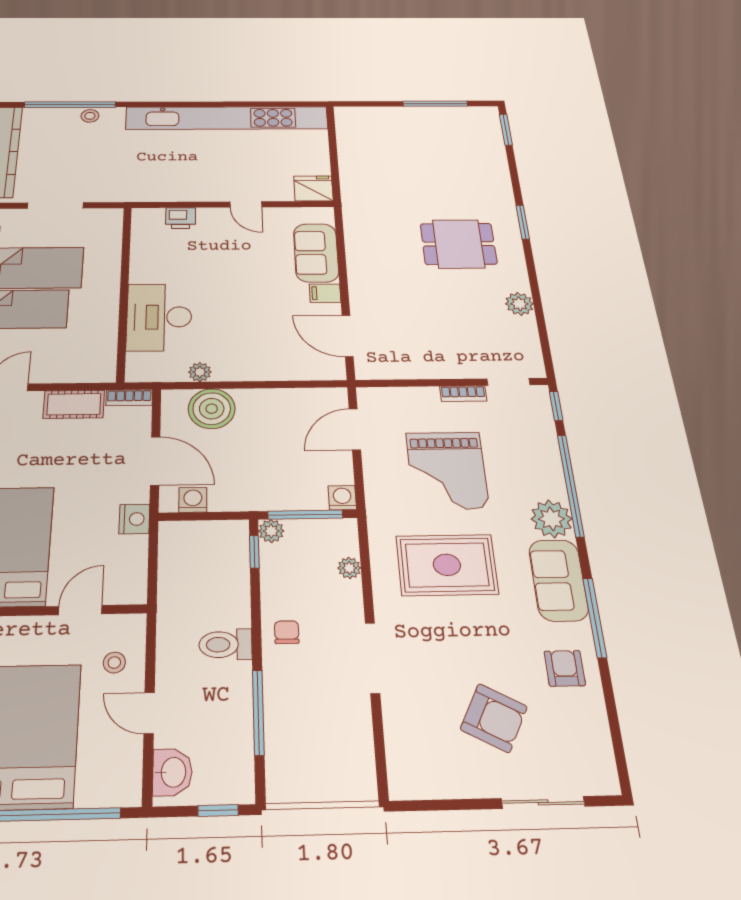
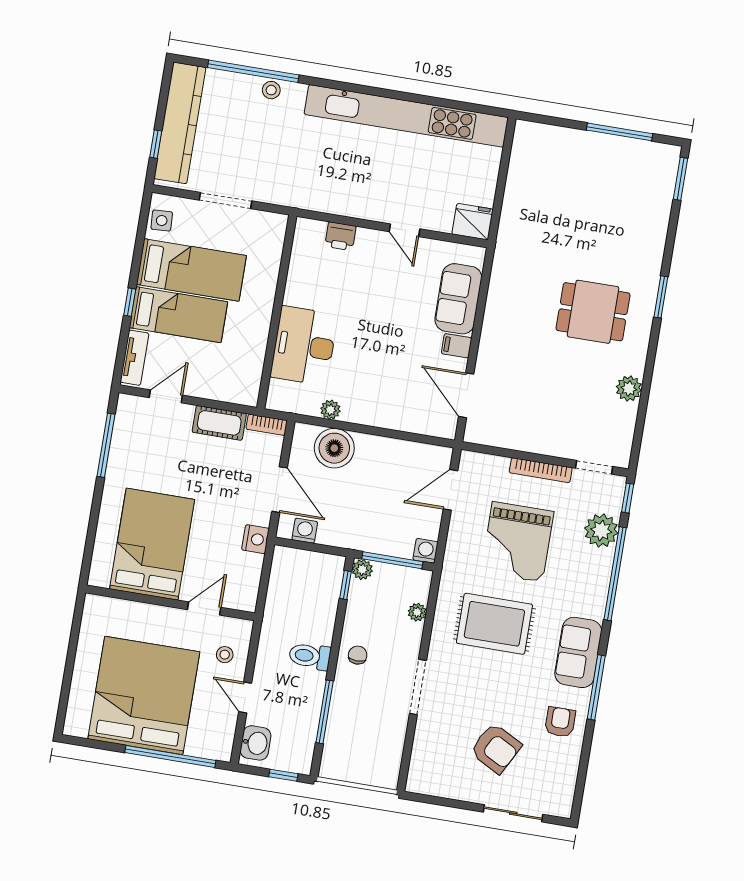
bookcase: (463, 394) -> (541, 470), width x1.56
plant: (551, 519) -> (601, 531), moved

